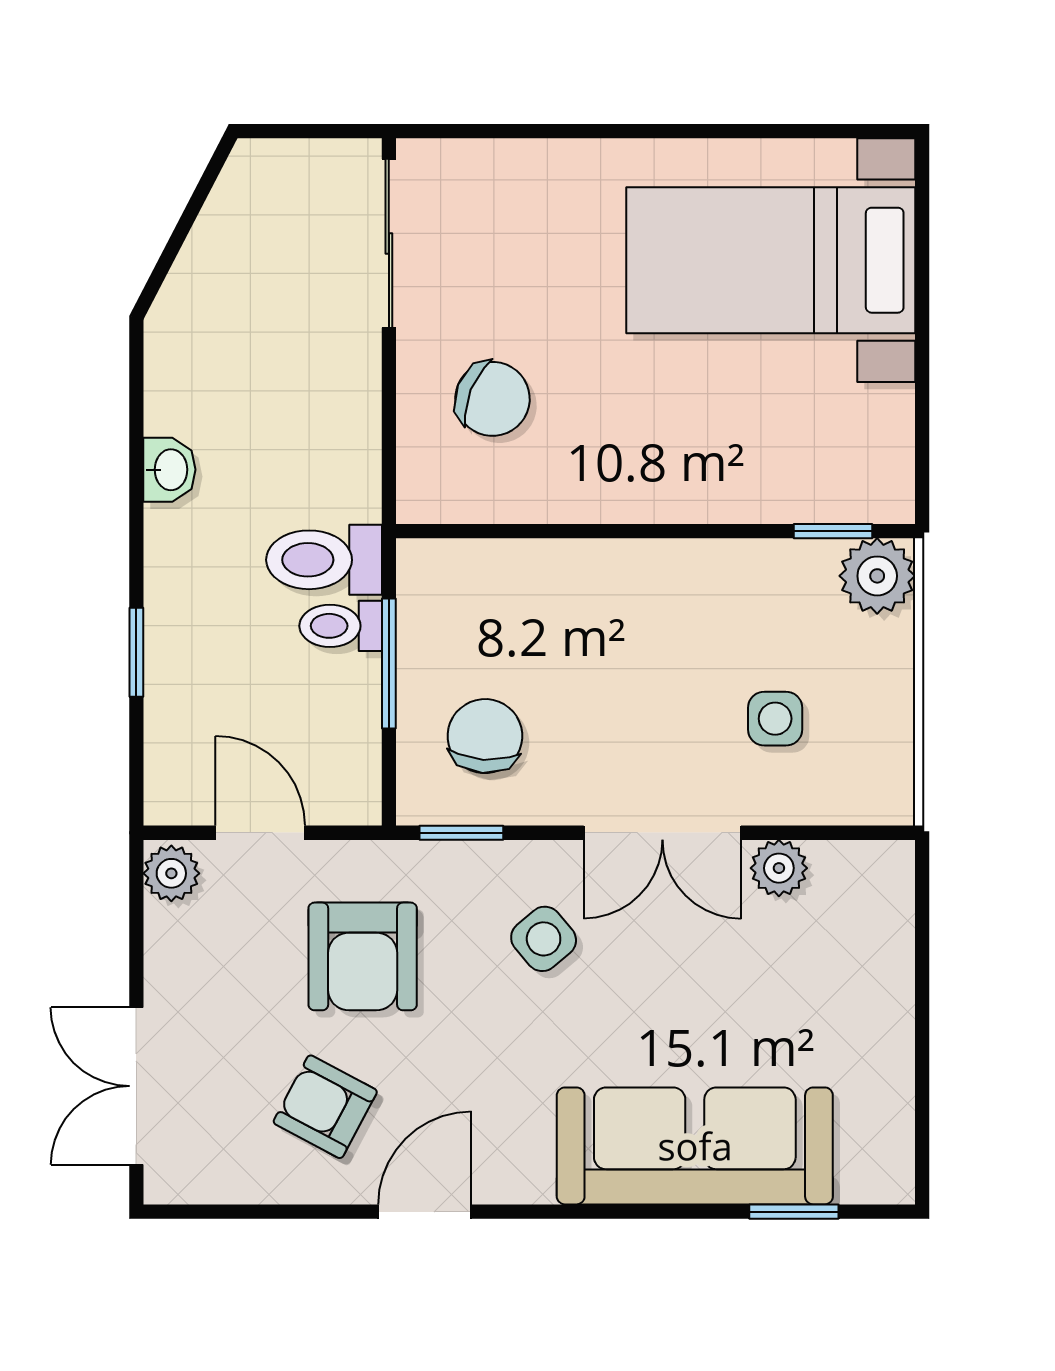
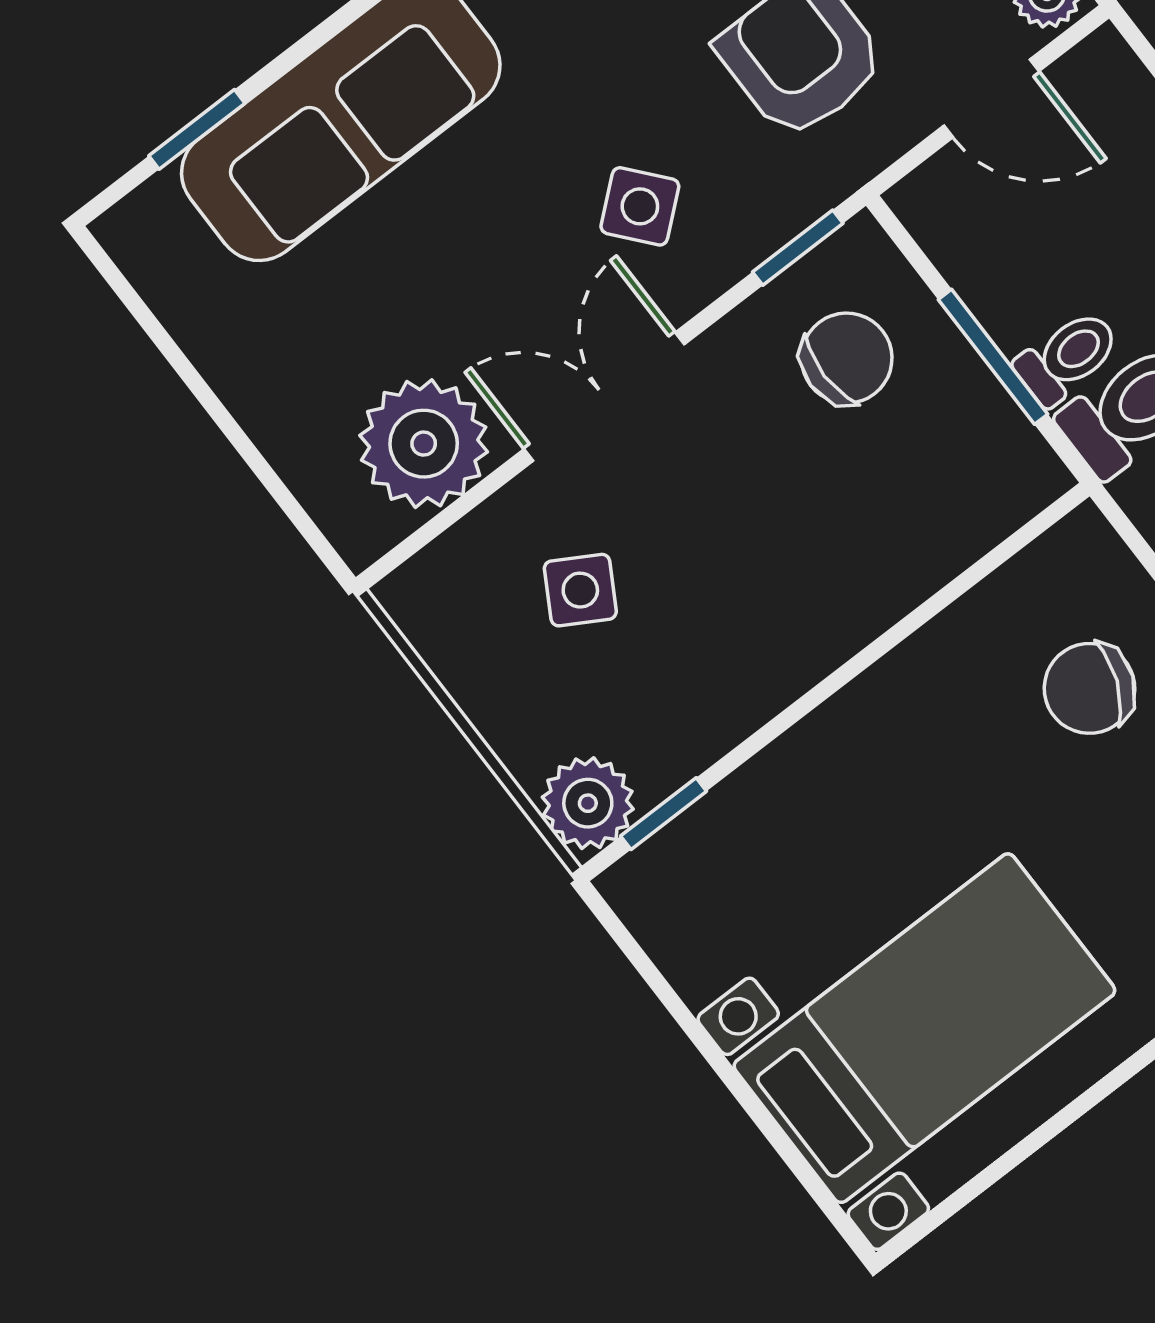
side table: (775, 719) -> (580, 590), turned 30
chair: (485, 736) -> (847, 358), turned -94
plant: (779, 868) -> (424, 444), width x1.88, depth x1.88

